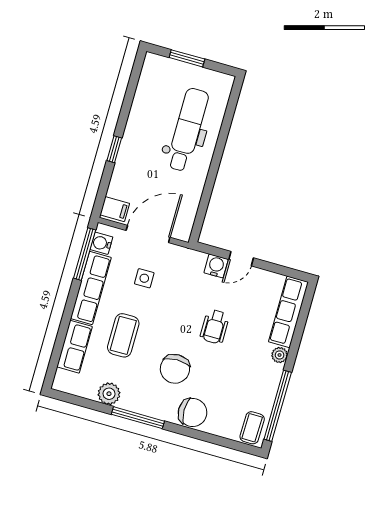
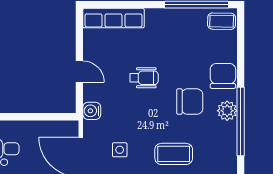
water cooler: (216, 266) -> (92, 111), moved
plant: (280, 355) -> (153, 15), removed
plant: (109, 394) -> (227, 111), moved
window: (138, 418) -> (241, 121), width x1.46

